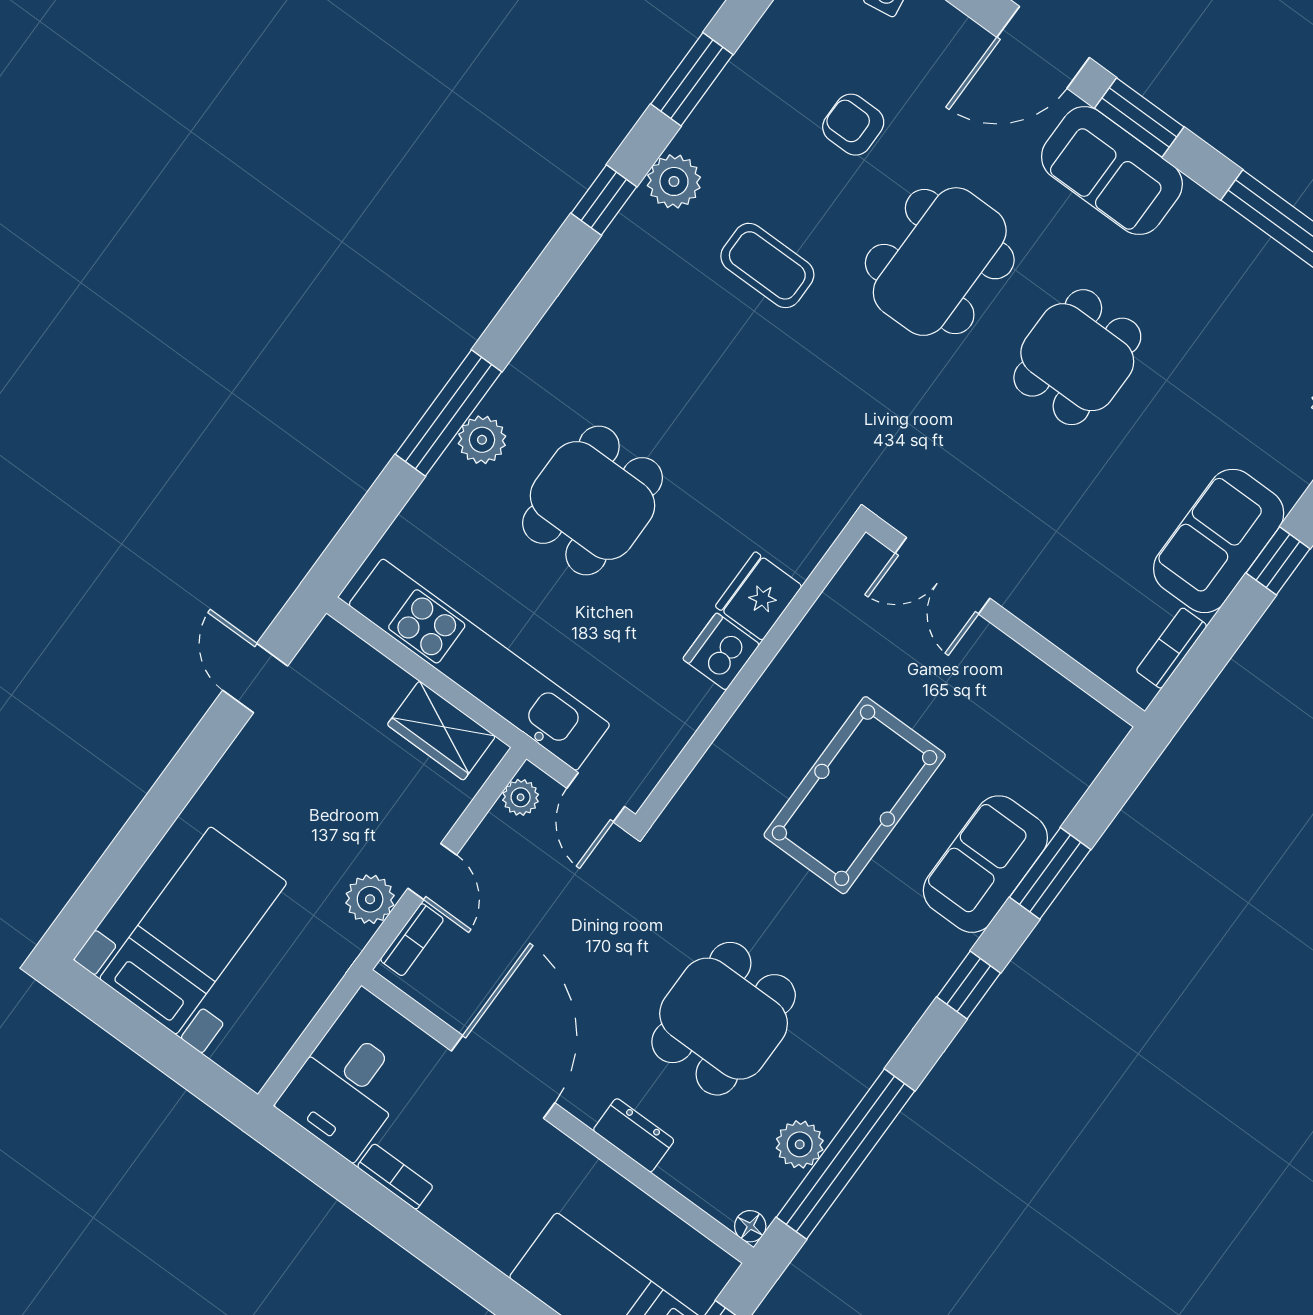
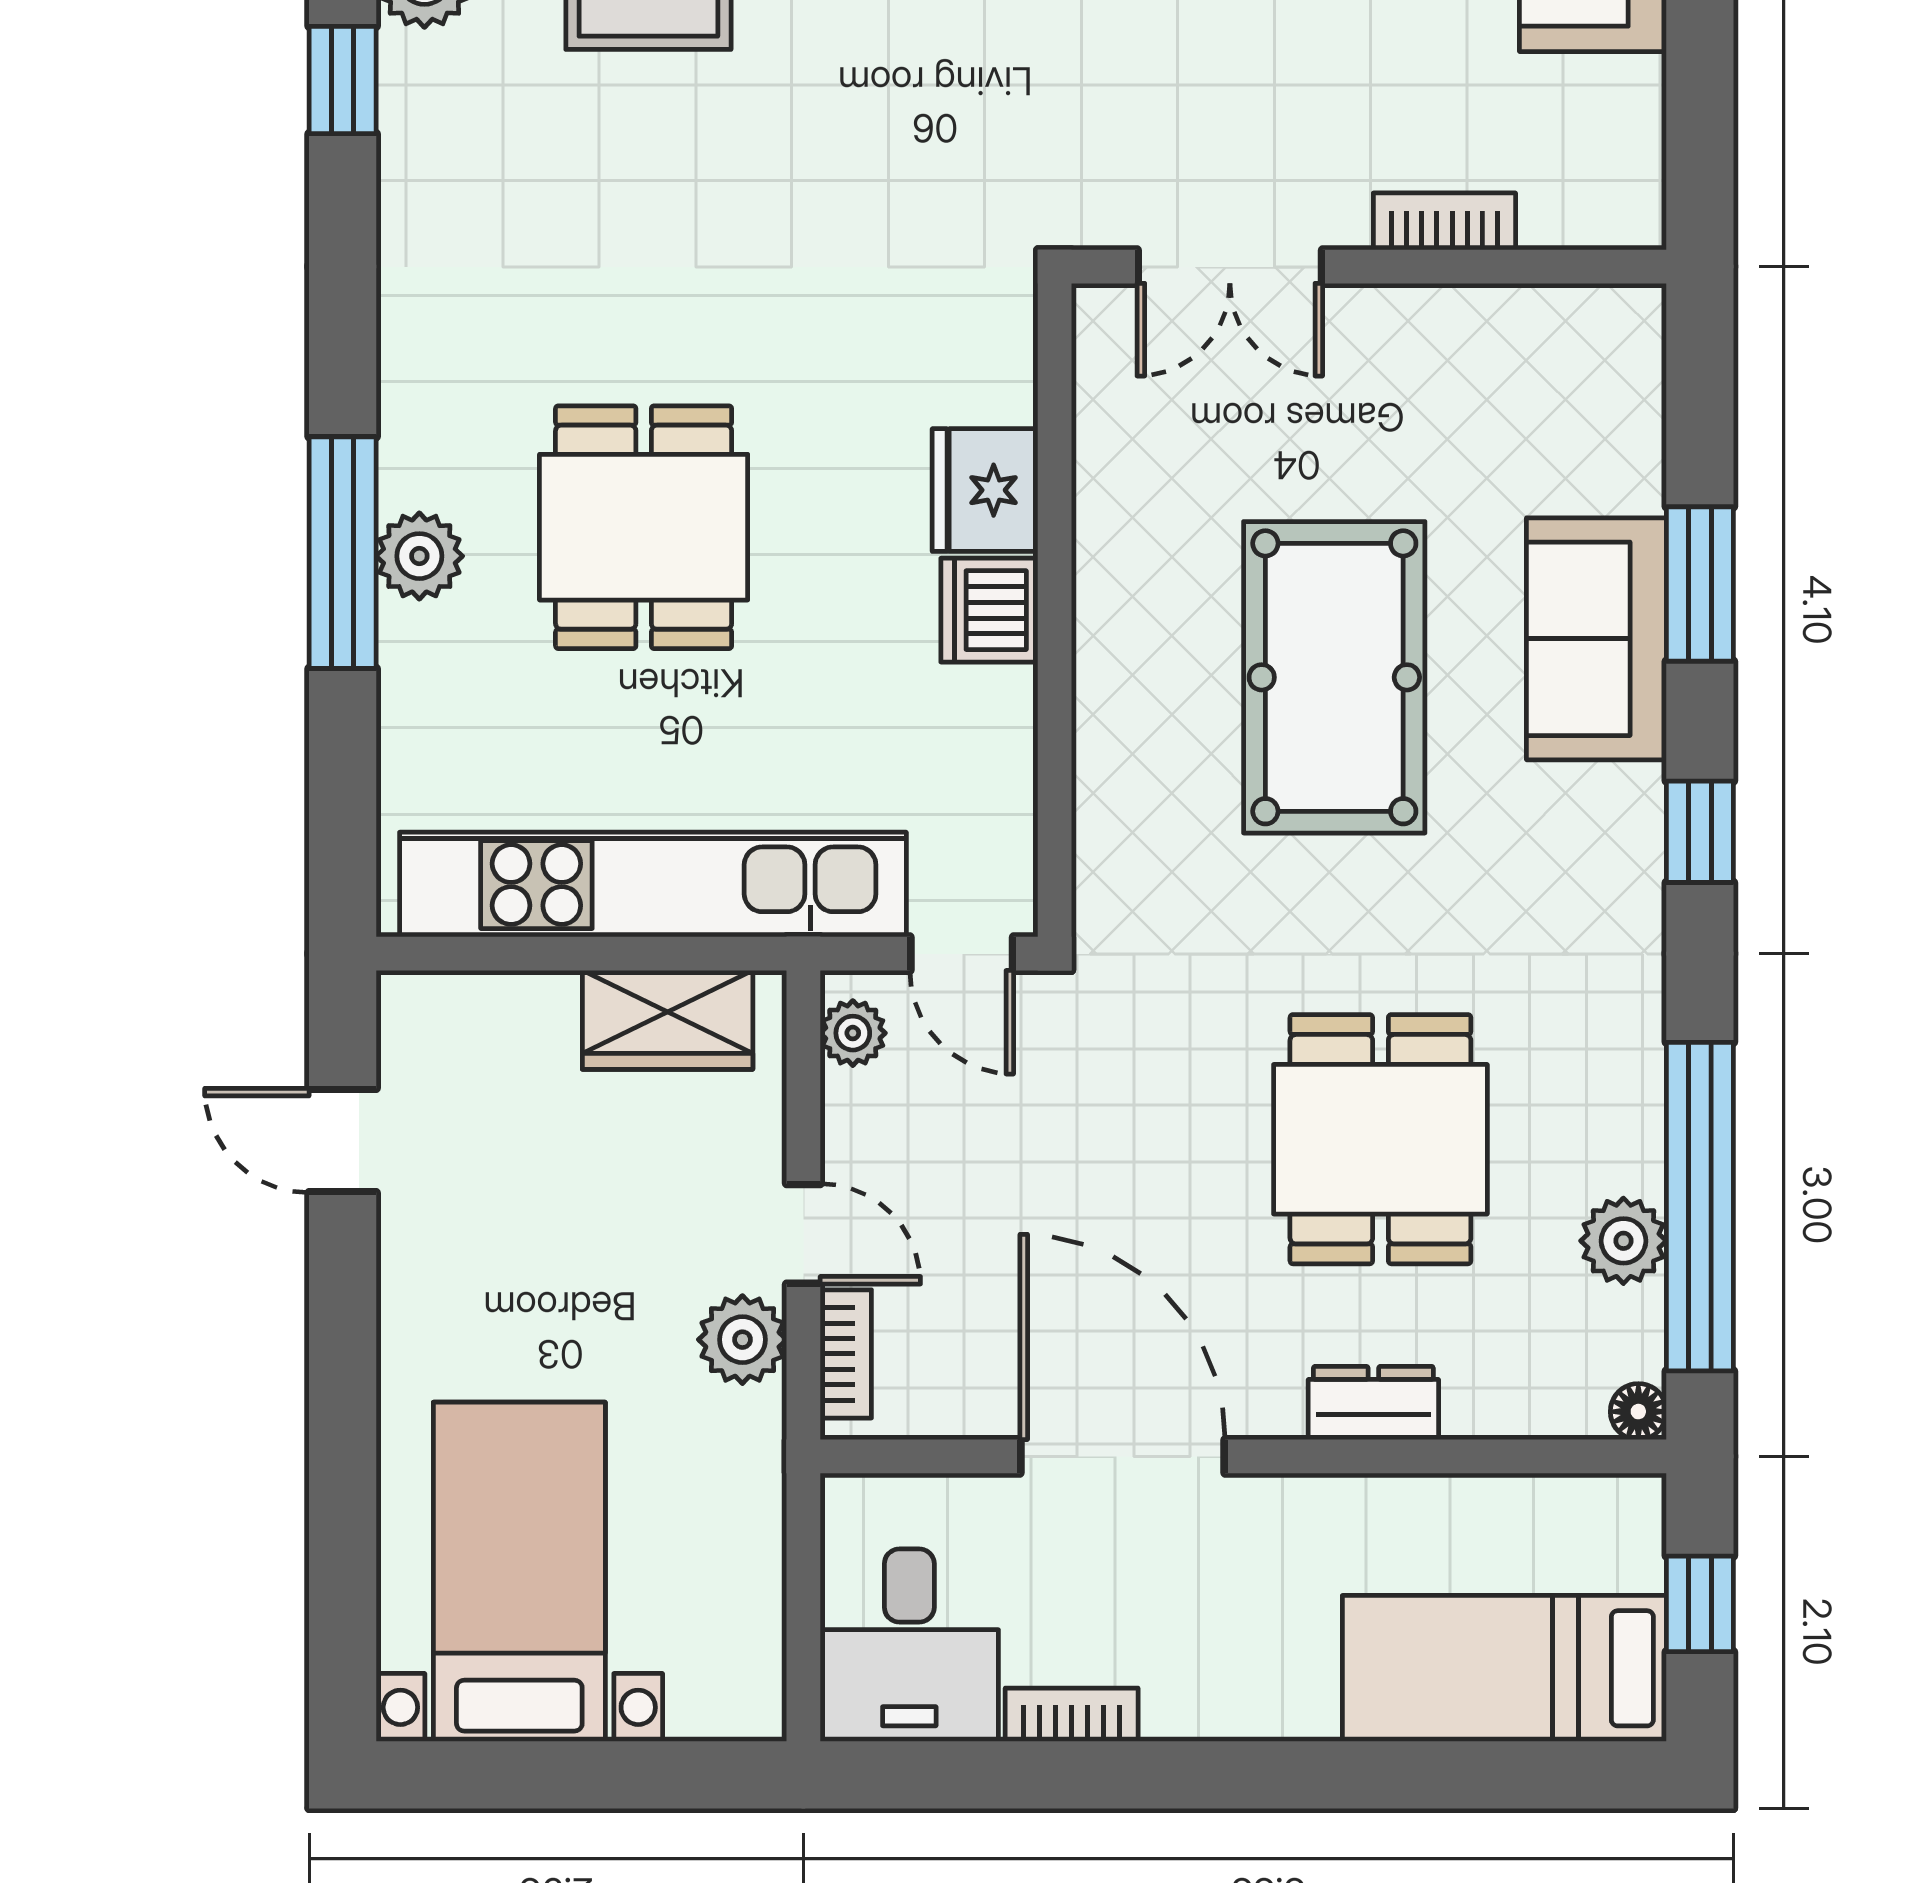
bookcase: (1172, 648) -> (1444, 221), moved, turned 90

